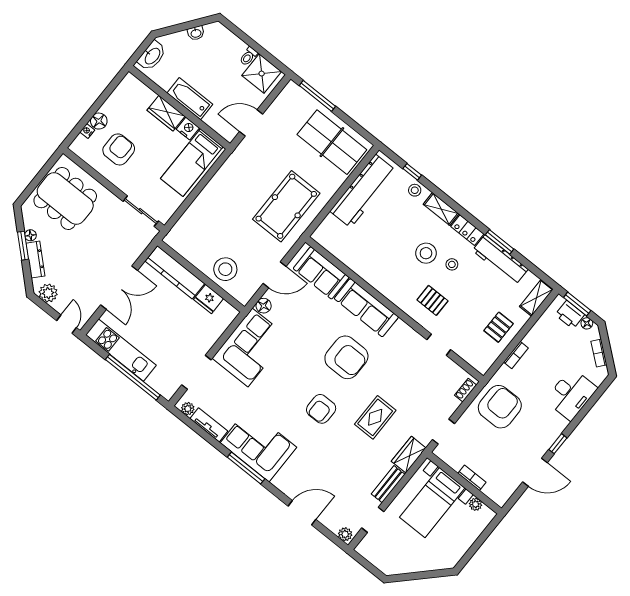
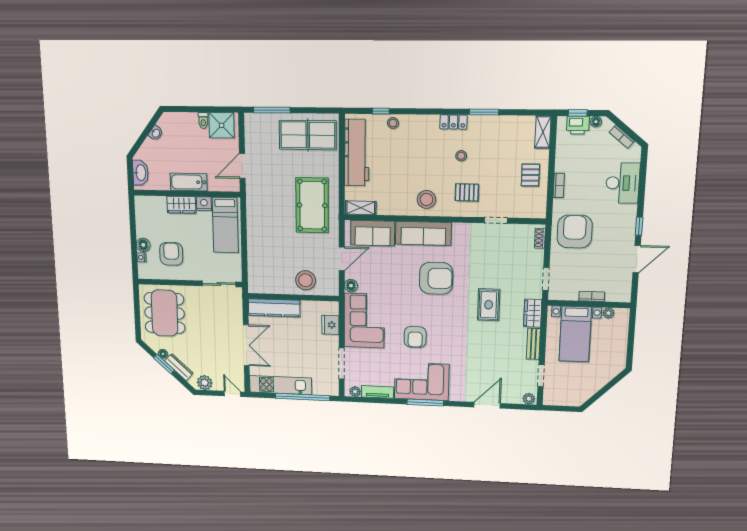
dining table: (65, 198) -> (165, 313), turned 90
shelving: (441, 209) -> (361, 208), moved
stool: (426, 253) -> (426, 199), moved
workbench: (500, 260) -> (494, 125), removed
fridge: (209, 299) -> (330, 325), moved, turned 90
window: (577, 304) -> (578, 113), width x0.67
armchair: (321, 409) -> (415, 337), moved

